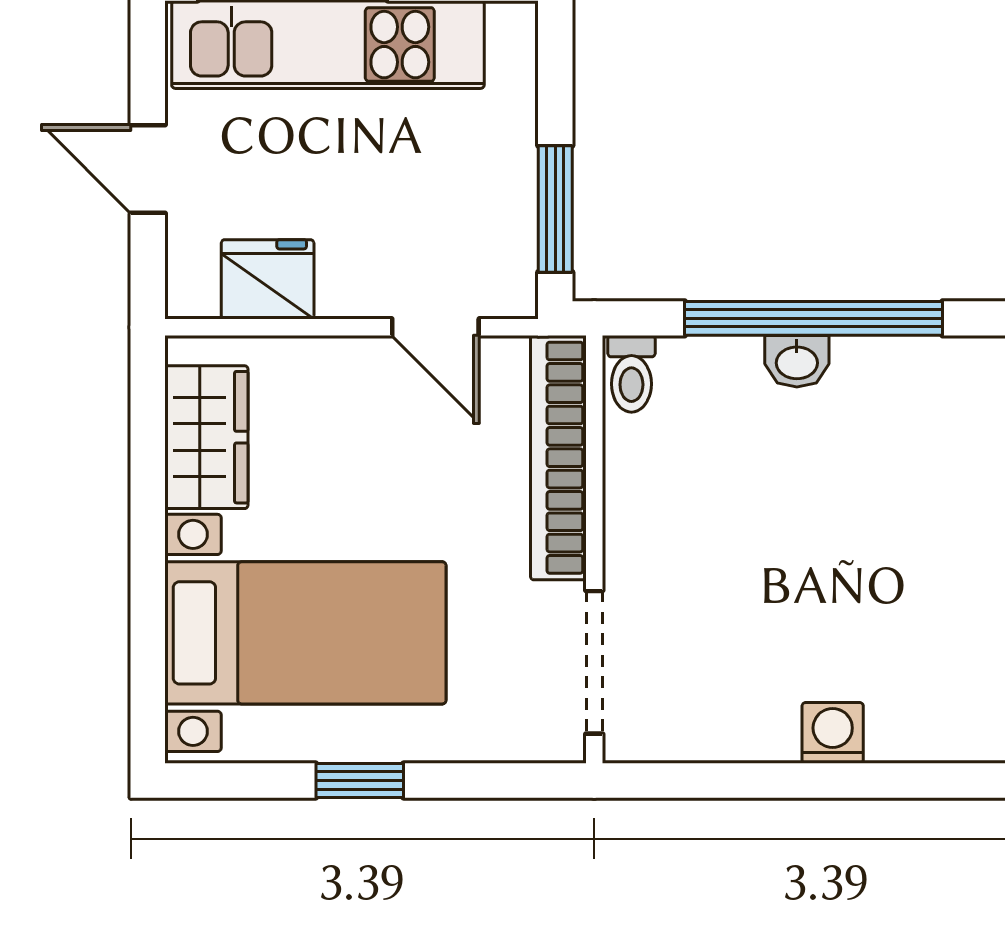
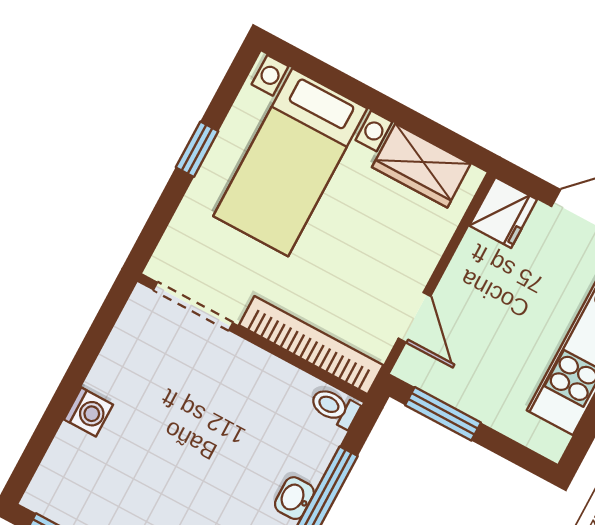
fridge: (268, 279) -> (503, 213), moved
door: (435, 327) -> (414, 317), swing flipped

